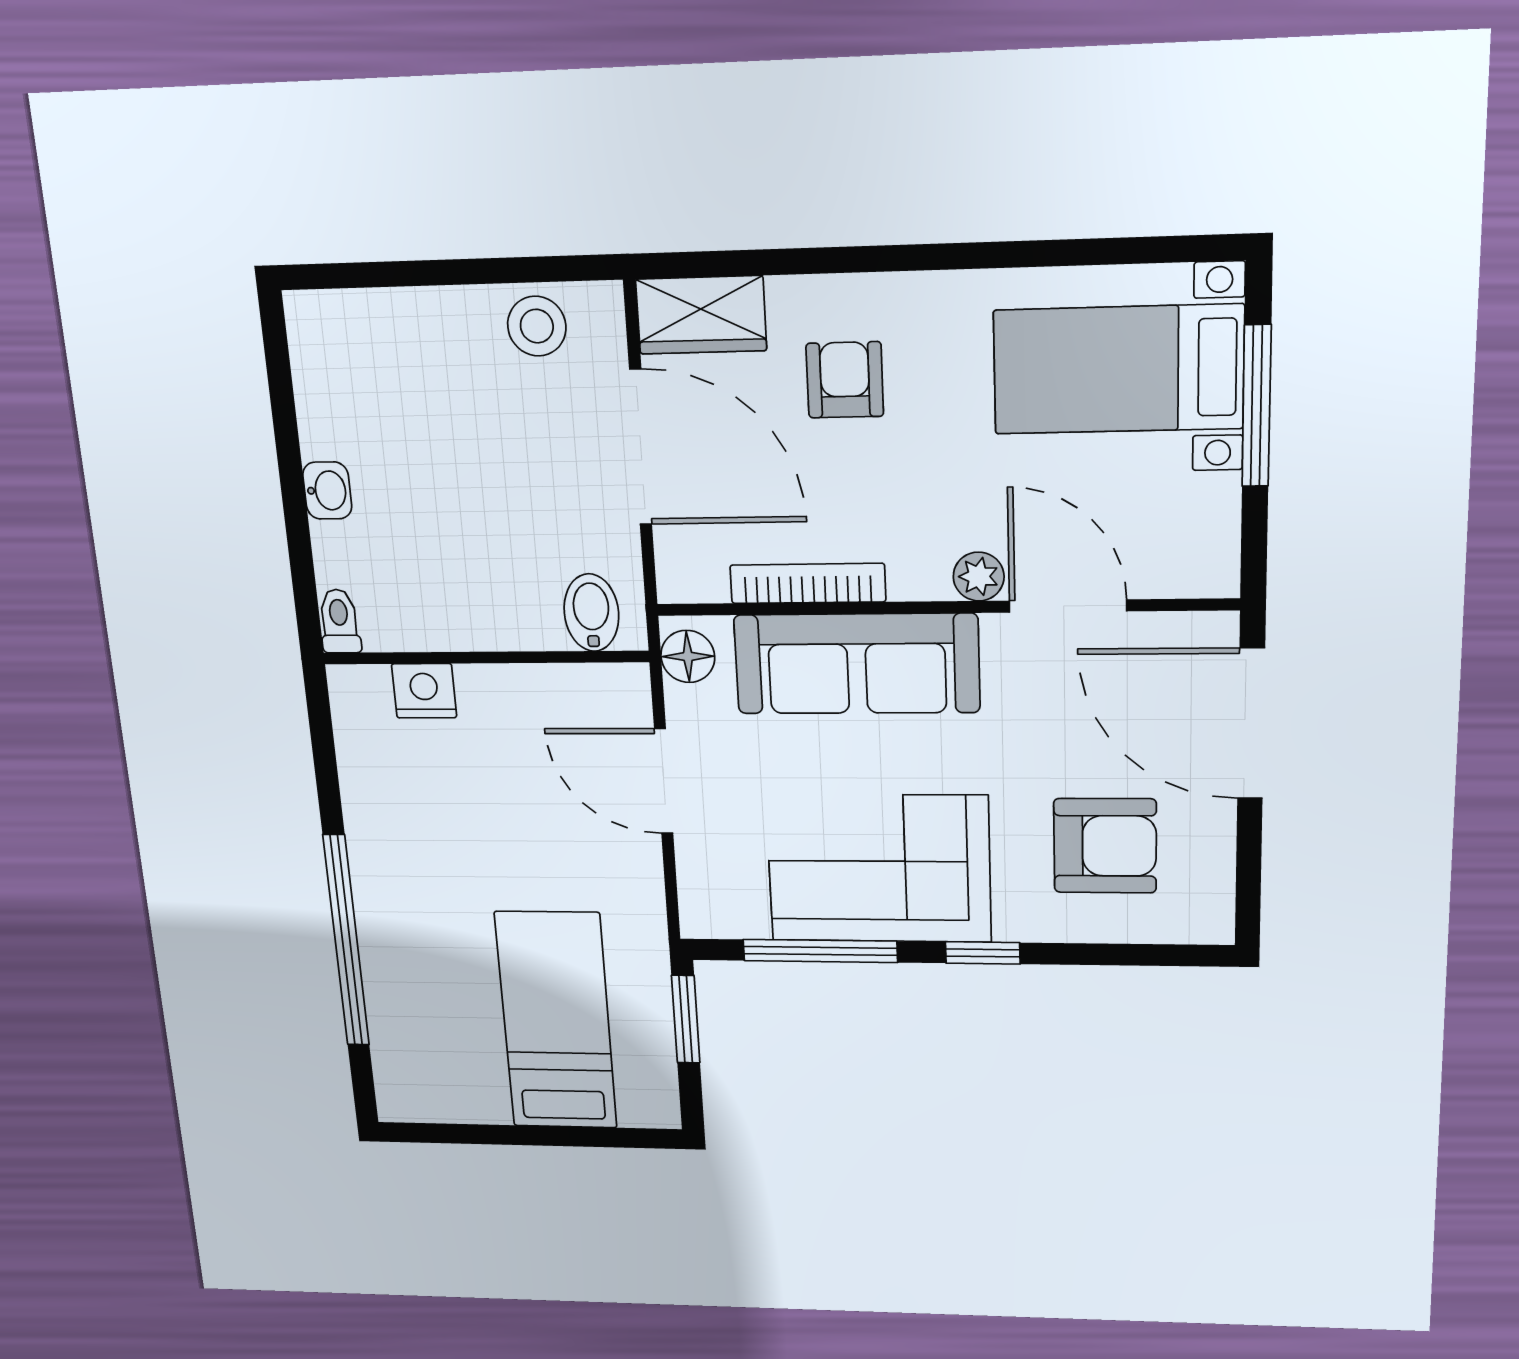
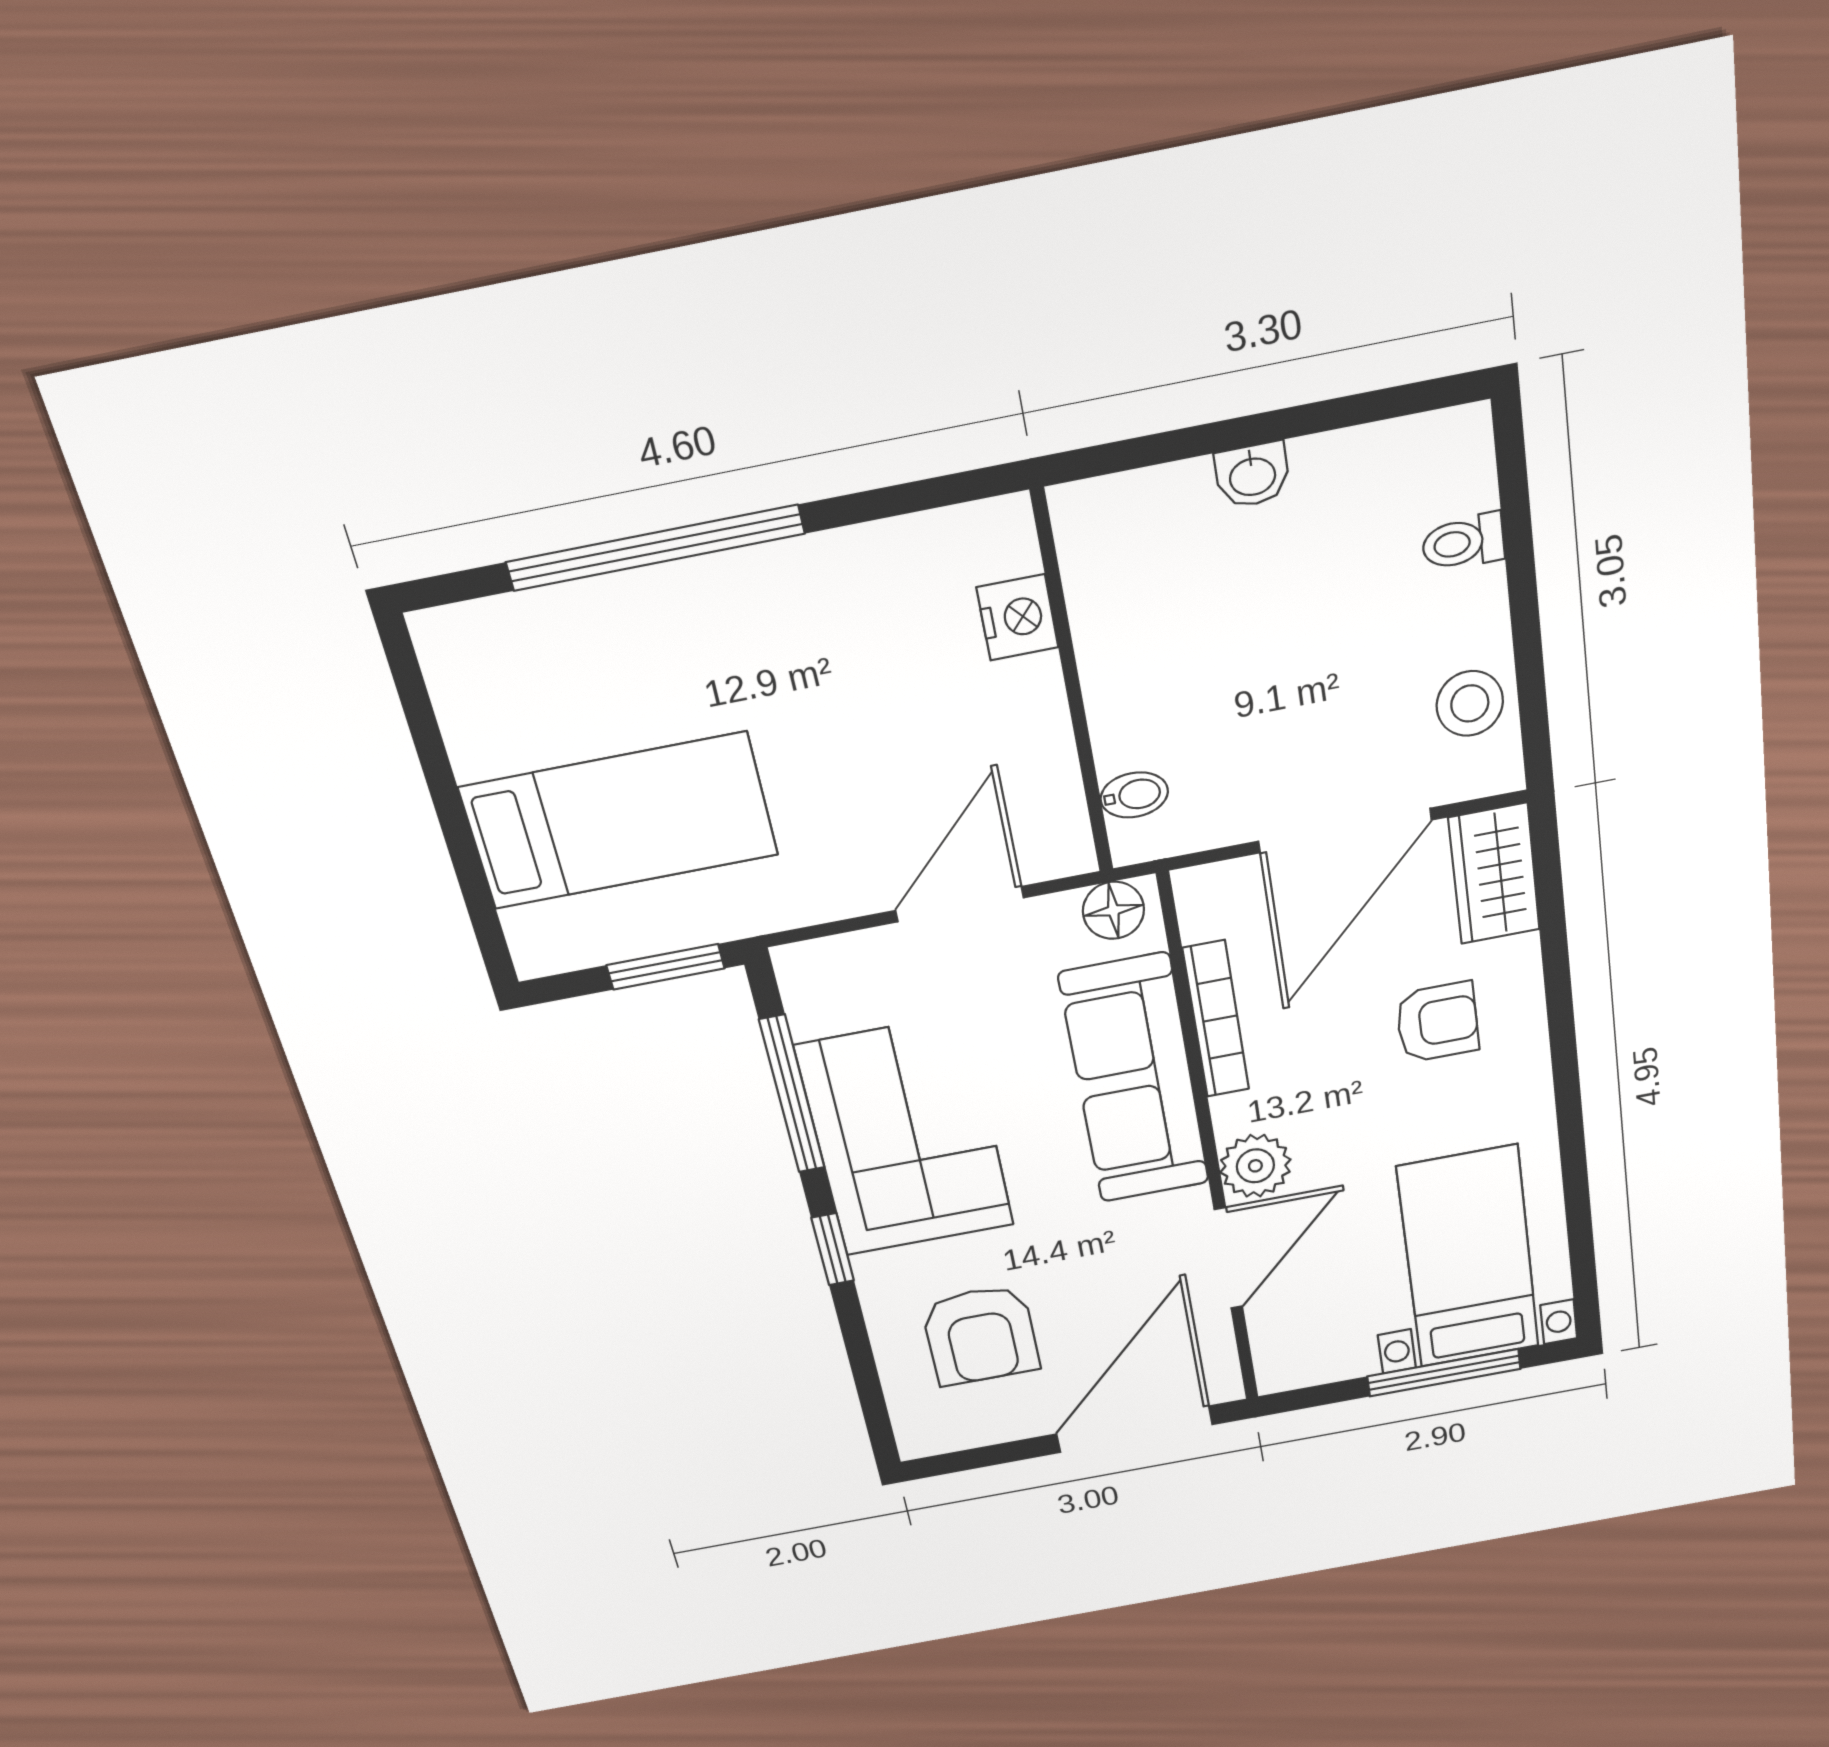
plant: (979, 577) -> (1255, 1166), width x1.38, depth x1.38
bidet: (591, 613) -> (1134, 795), width x0.72, depth x0.74
toilet: (339, 621) -> (1463, 542), moved, turned 180

